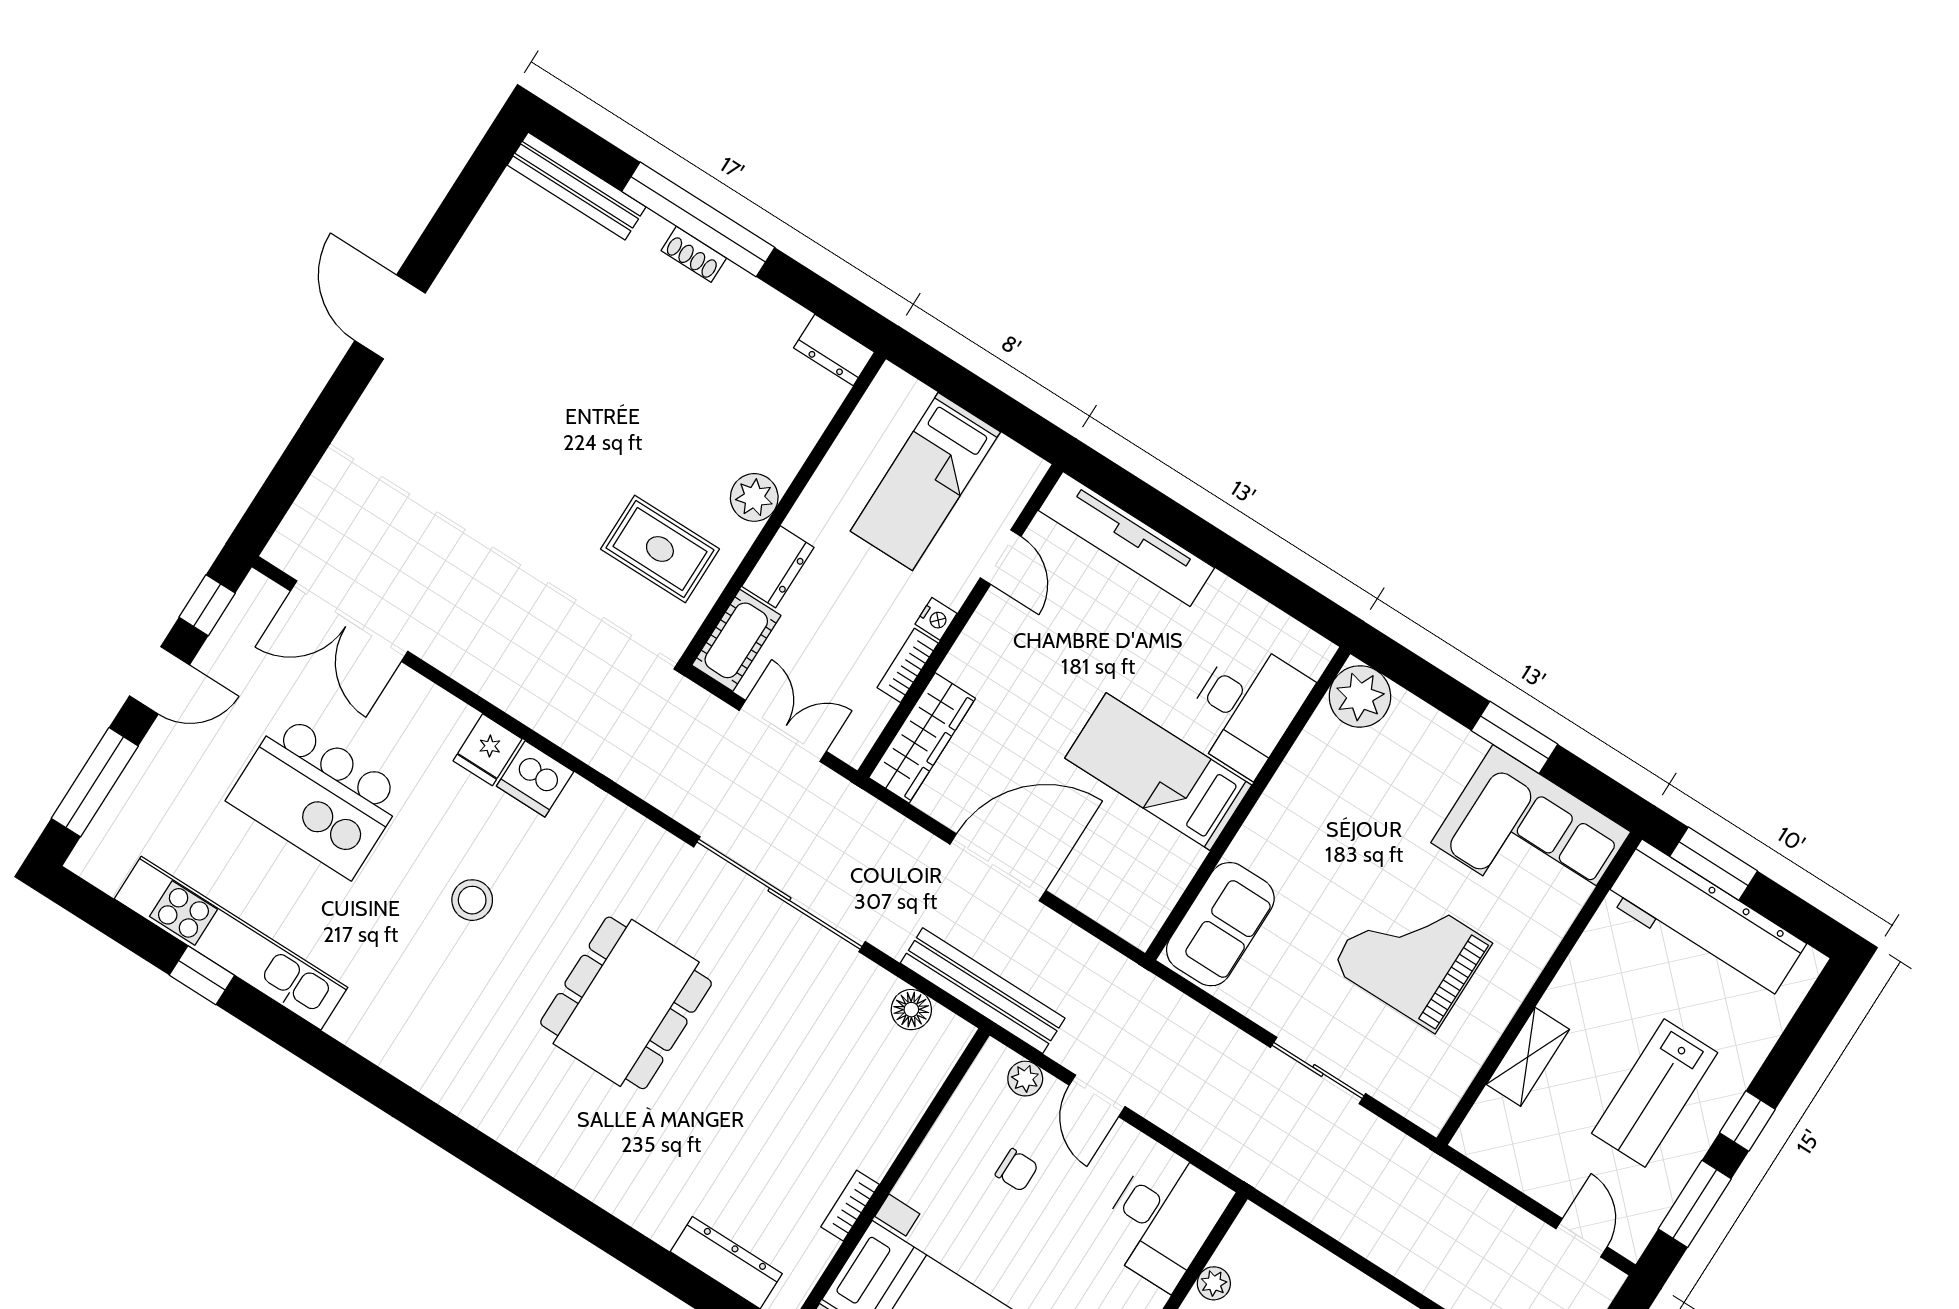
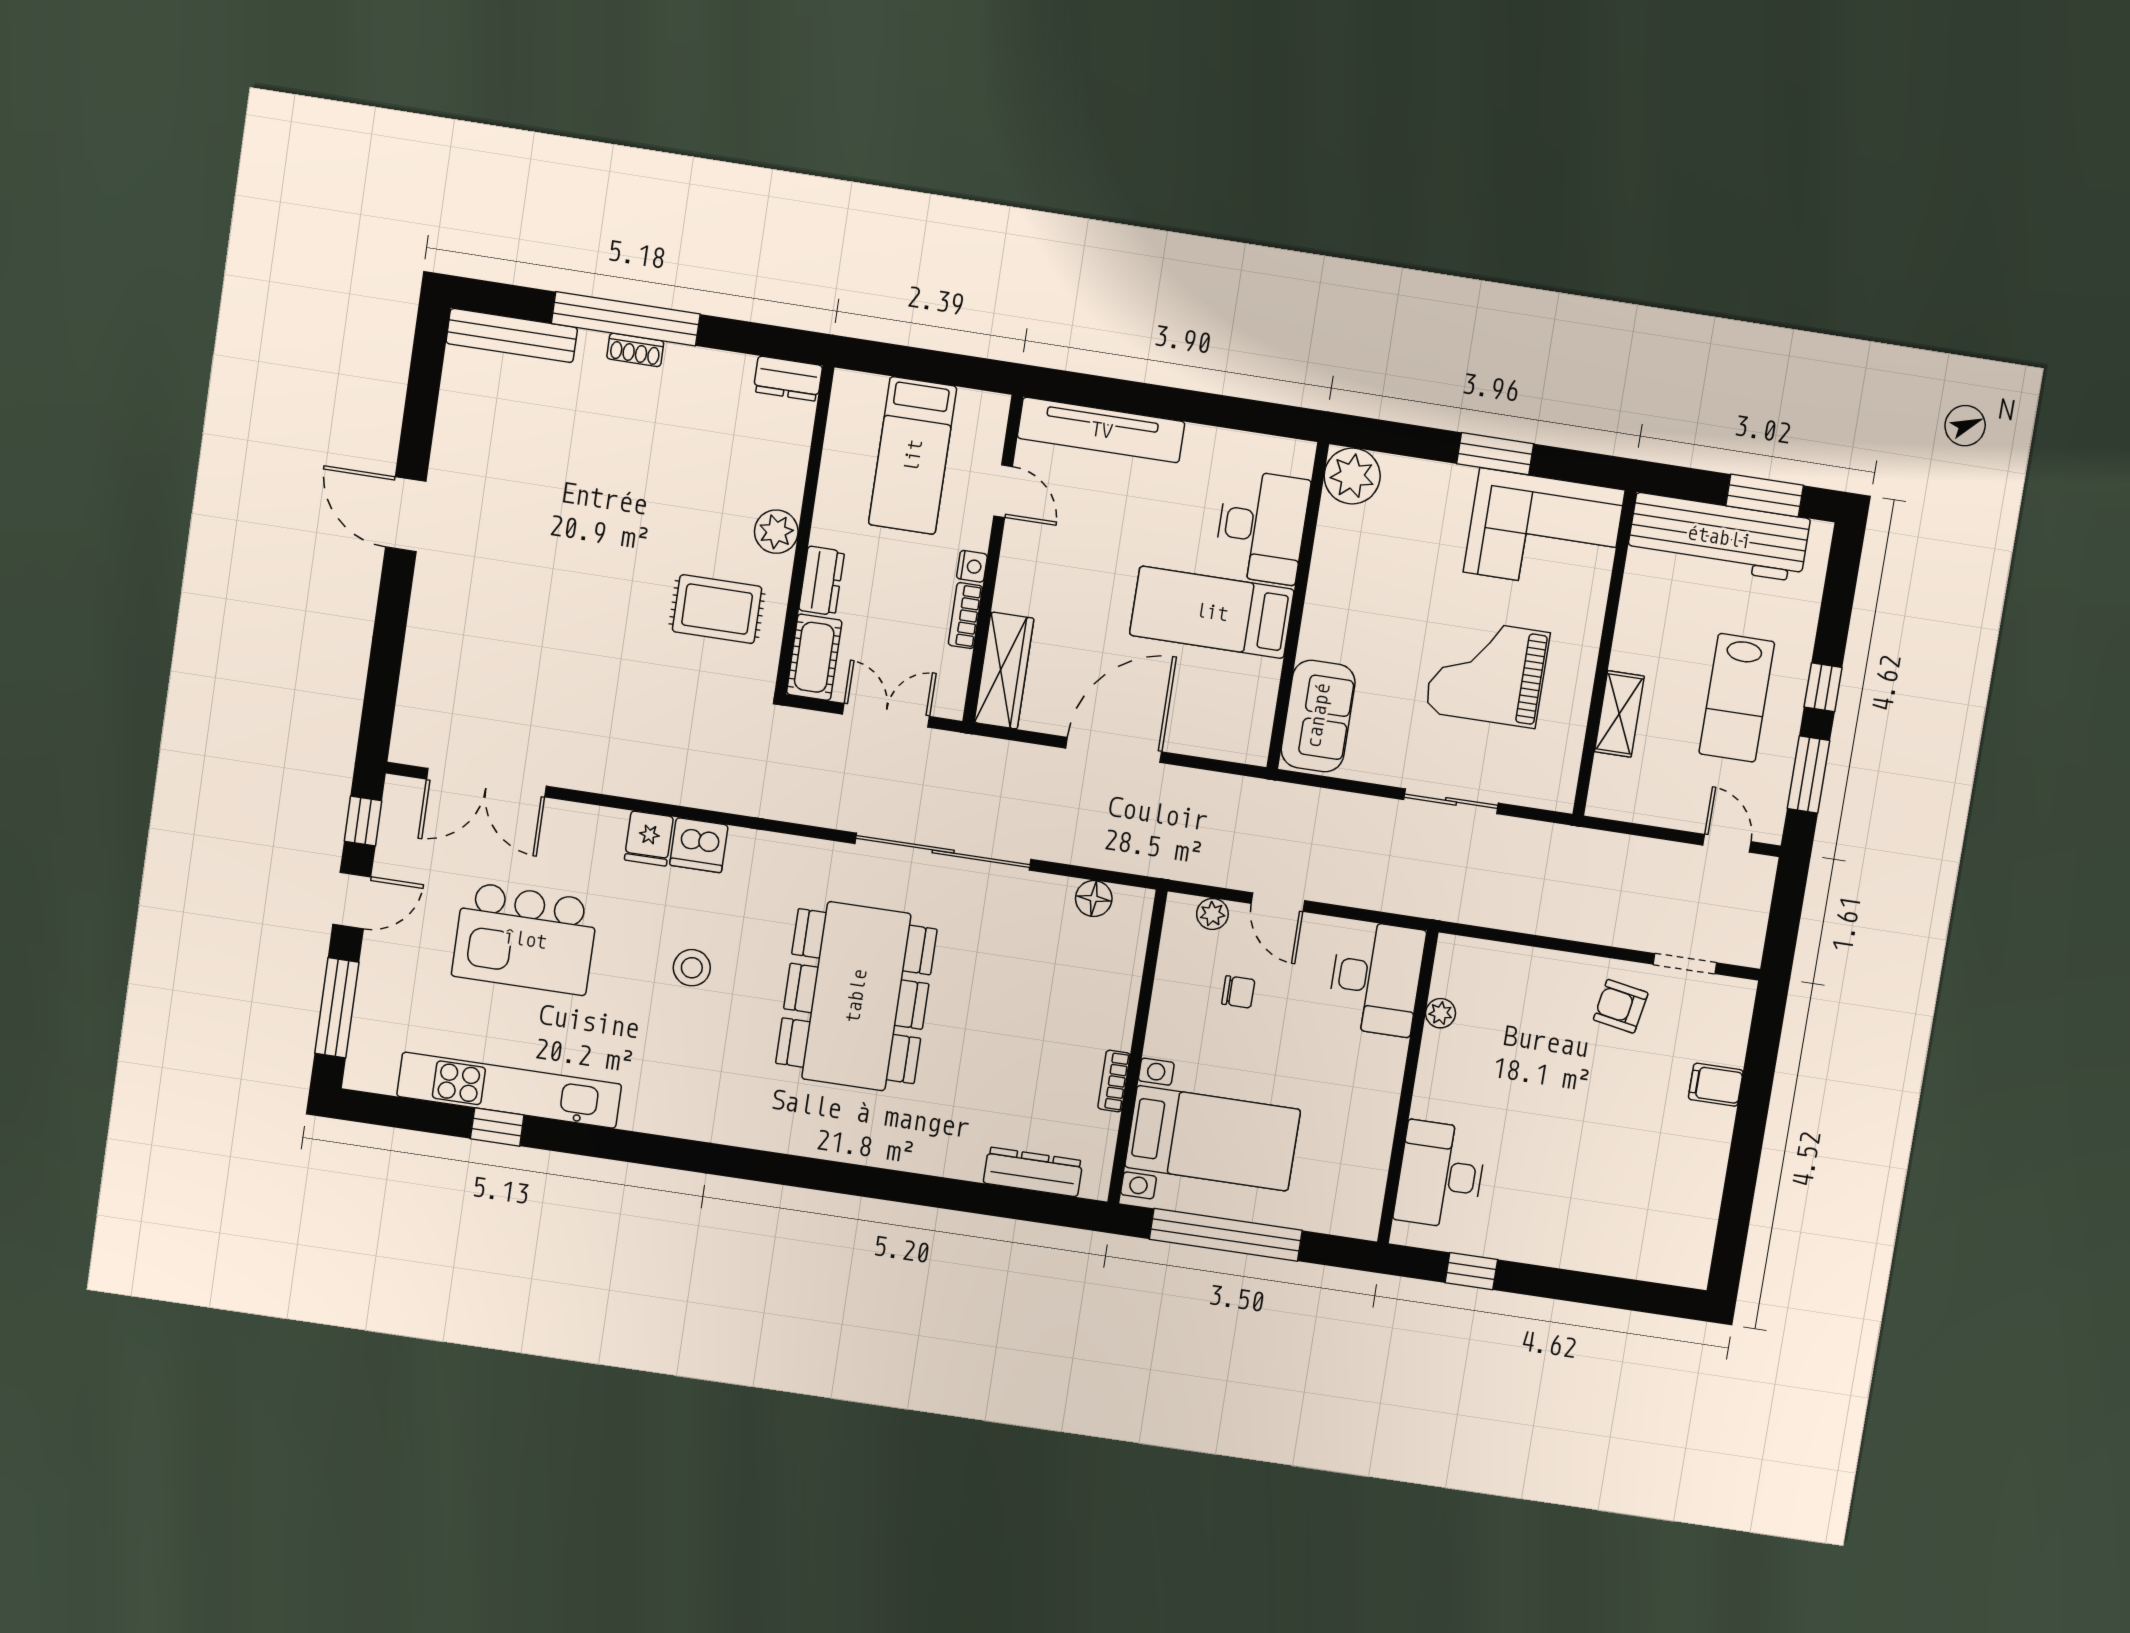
window: (1714, 864) -> (1765, 496), moved
bench: (983, 991) -> (1146, 857), removed
dining table: (626, 1003) -> (856, 996), width x1.36, depth x1.24

